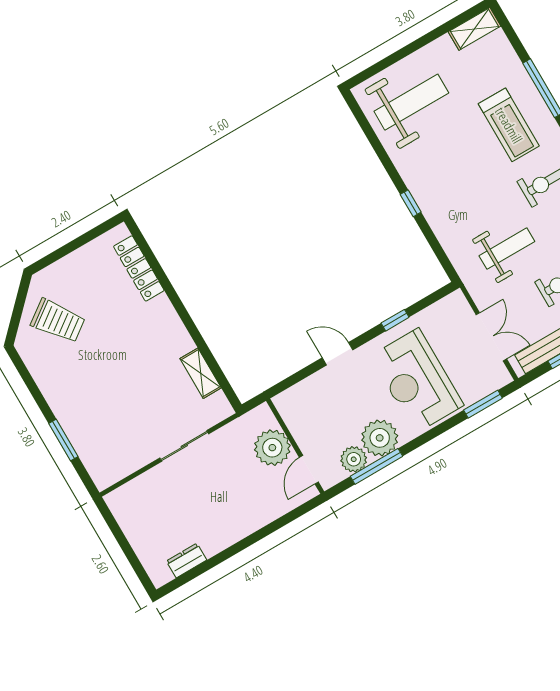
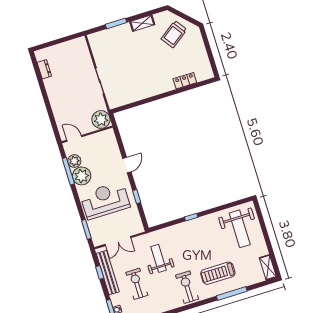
weight bench: (507, 249) -> (159, 258), turned 180
locker: (139, 268) -> (185, 81), width x0.66
shelving: (201, 373) -> (142, 23), moved
plant: (272, 448) -> (101, 119), moved

